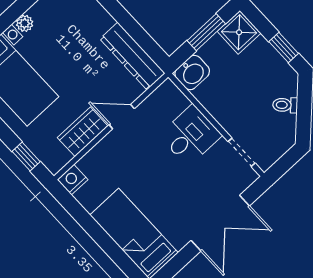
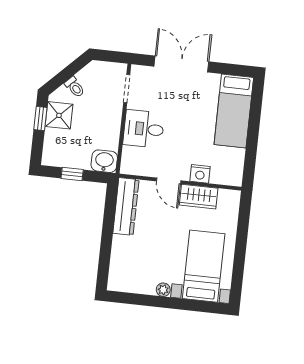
window: (206, 32) -> (72, 174), width x0.67
shower: (239, 32) -> (59, 115), moved
window: (26, 157) -> (244, 218), removed
nightstand: (72, 180) -> (200, 174), moved

